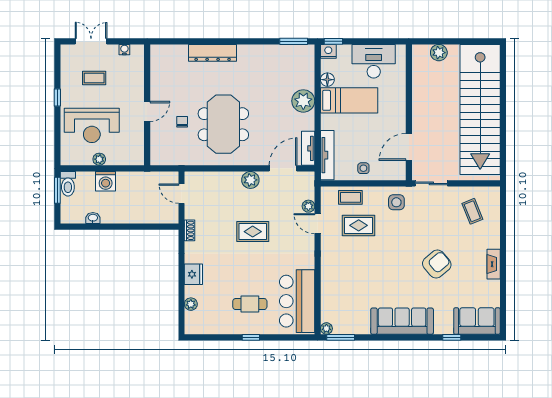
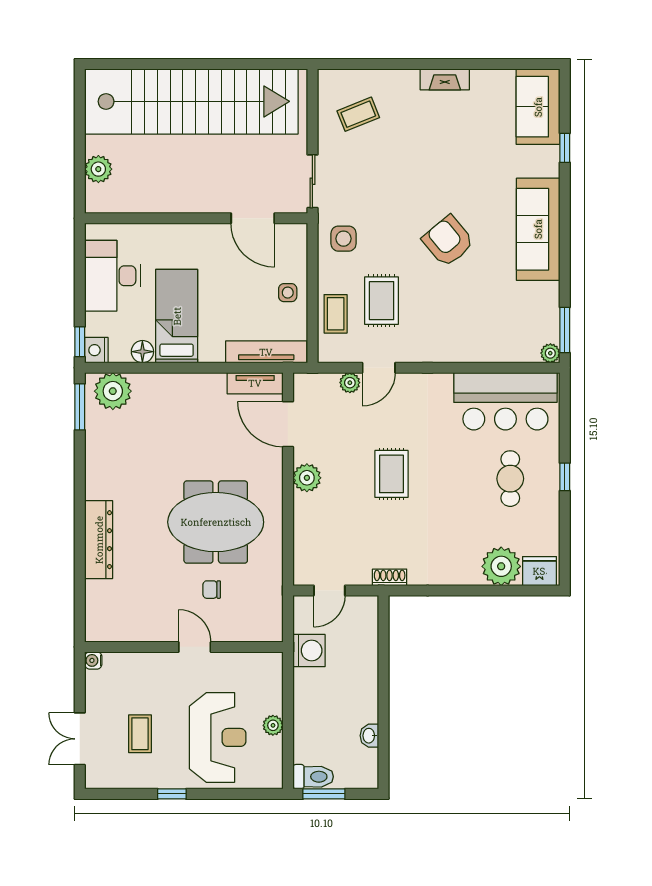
water cooler: (124, 50) -> (93, 660), moved
plant: (303, 101) -> (113, 391), moved
washing machine: (106, 181) -> (309, 651), moved
armchair: (437, 264) -> (448, 241), moved
fridge: (193, 274) -> (539, 571), moved
plant: (191, 304) -> (501, 566), width x1.87, depth x1.87

